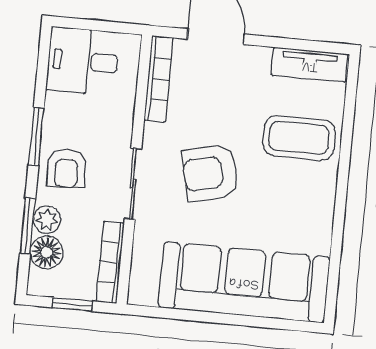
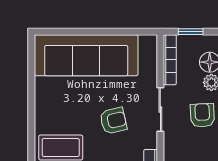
armchair: (210, 173) -> (113, 121), width x0.72, depth x0.72

